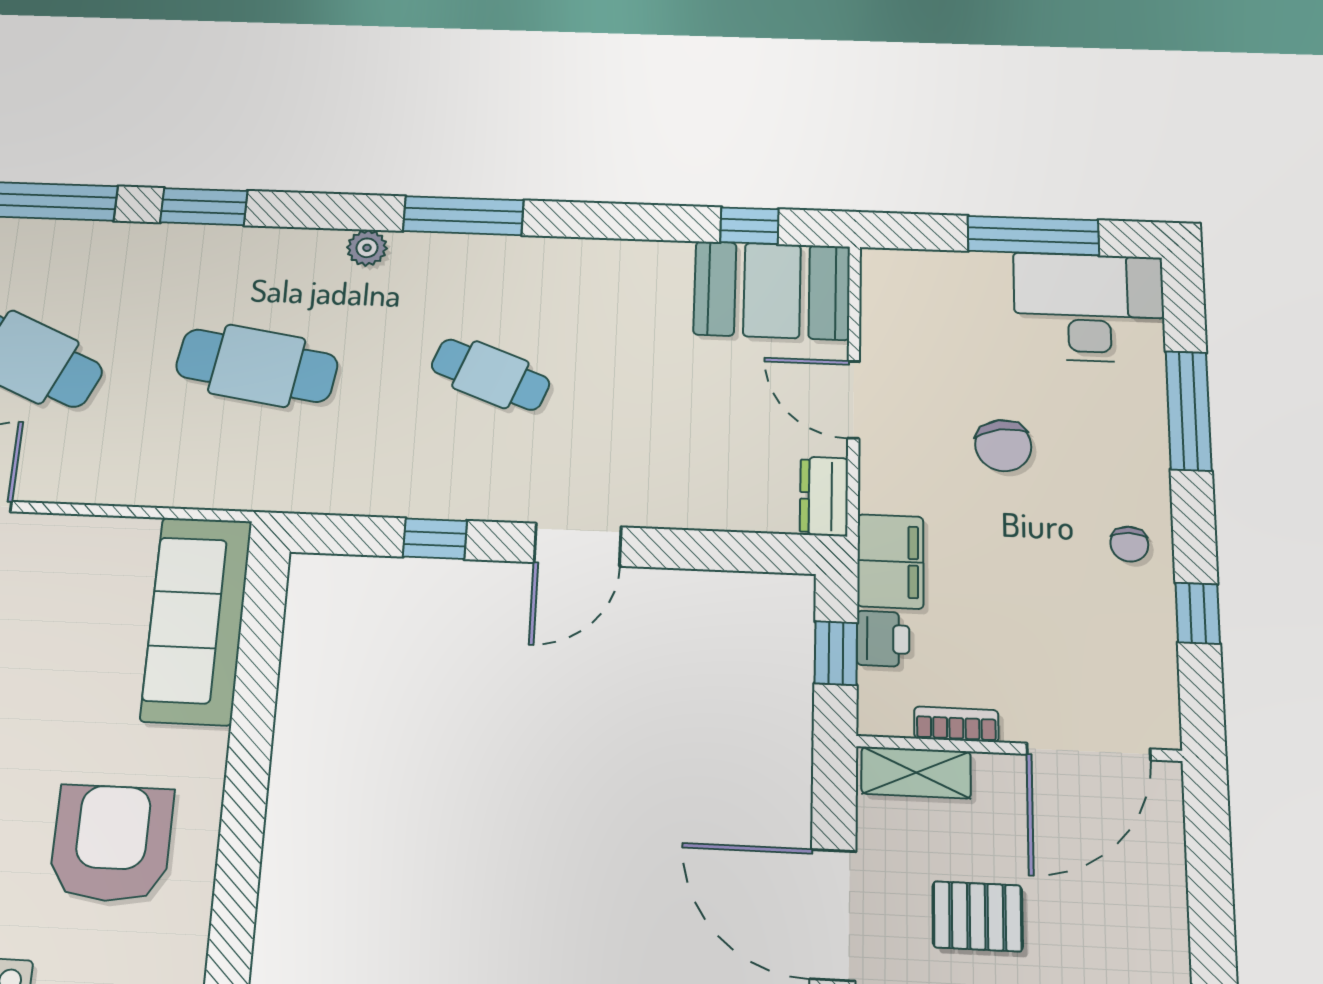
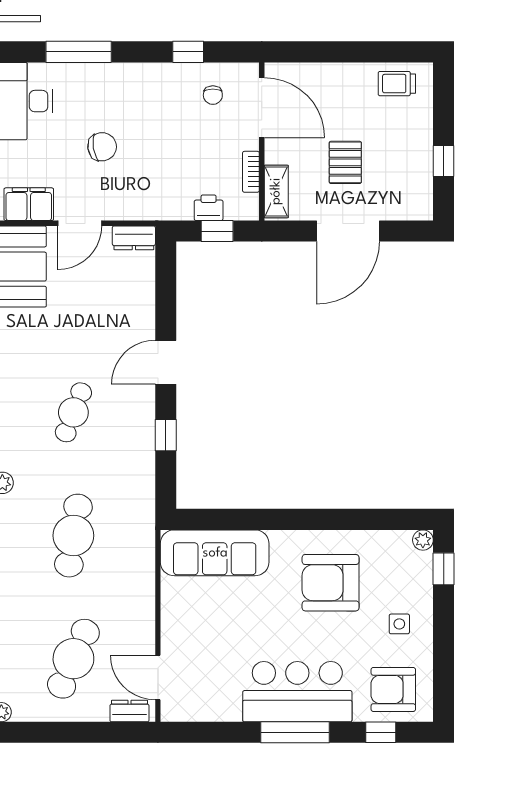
chair: (1129, 544) -> (213, 95), moved, turned 90
door: (578, 545) -> (166, 362), swing flipped
filing cabinet: (890, 561) -> (29, 204), moved

